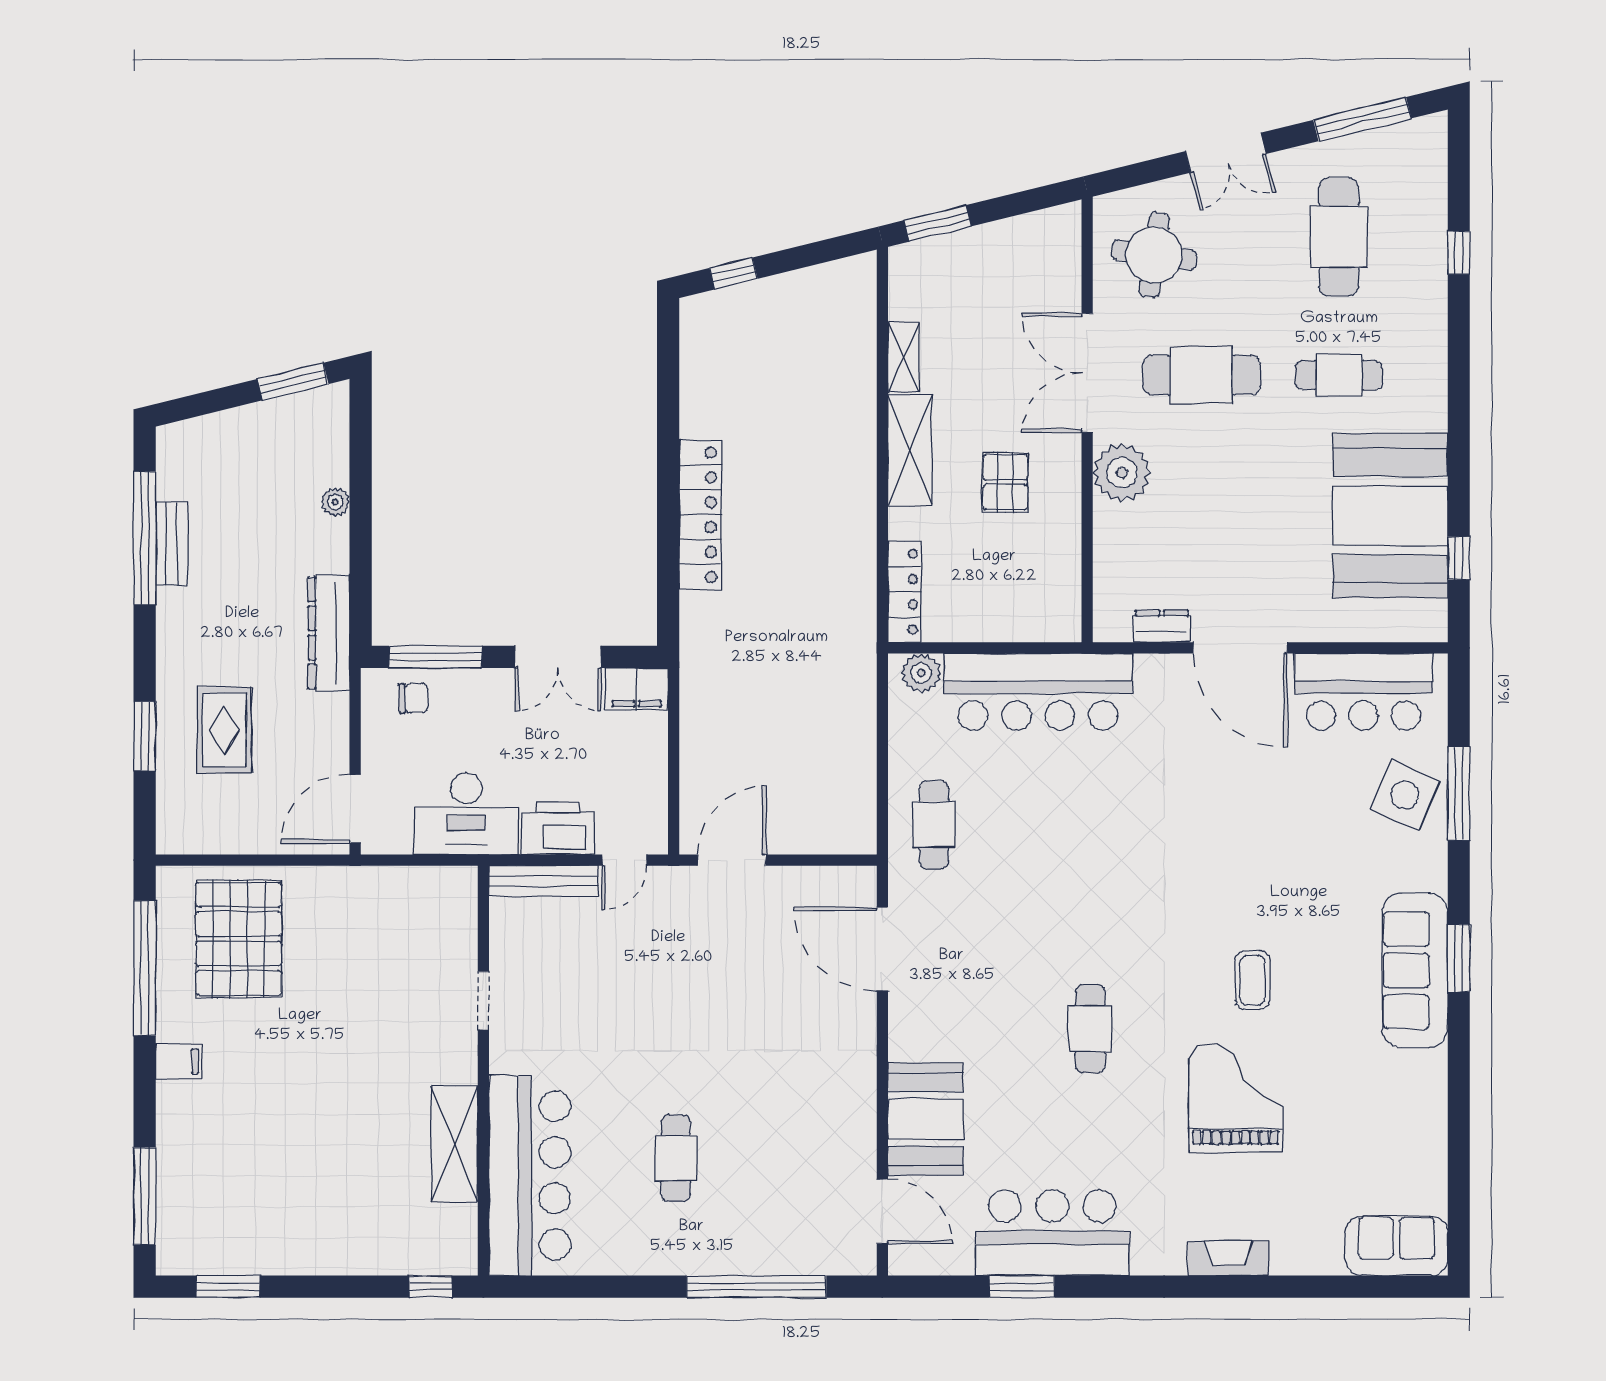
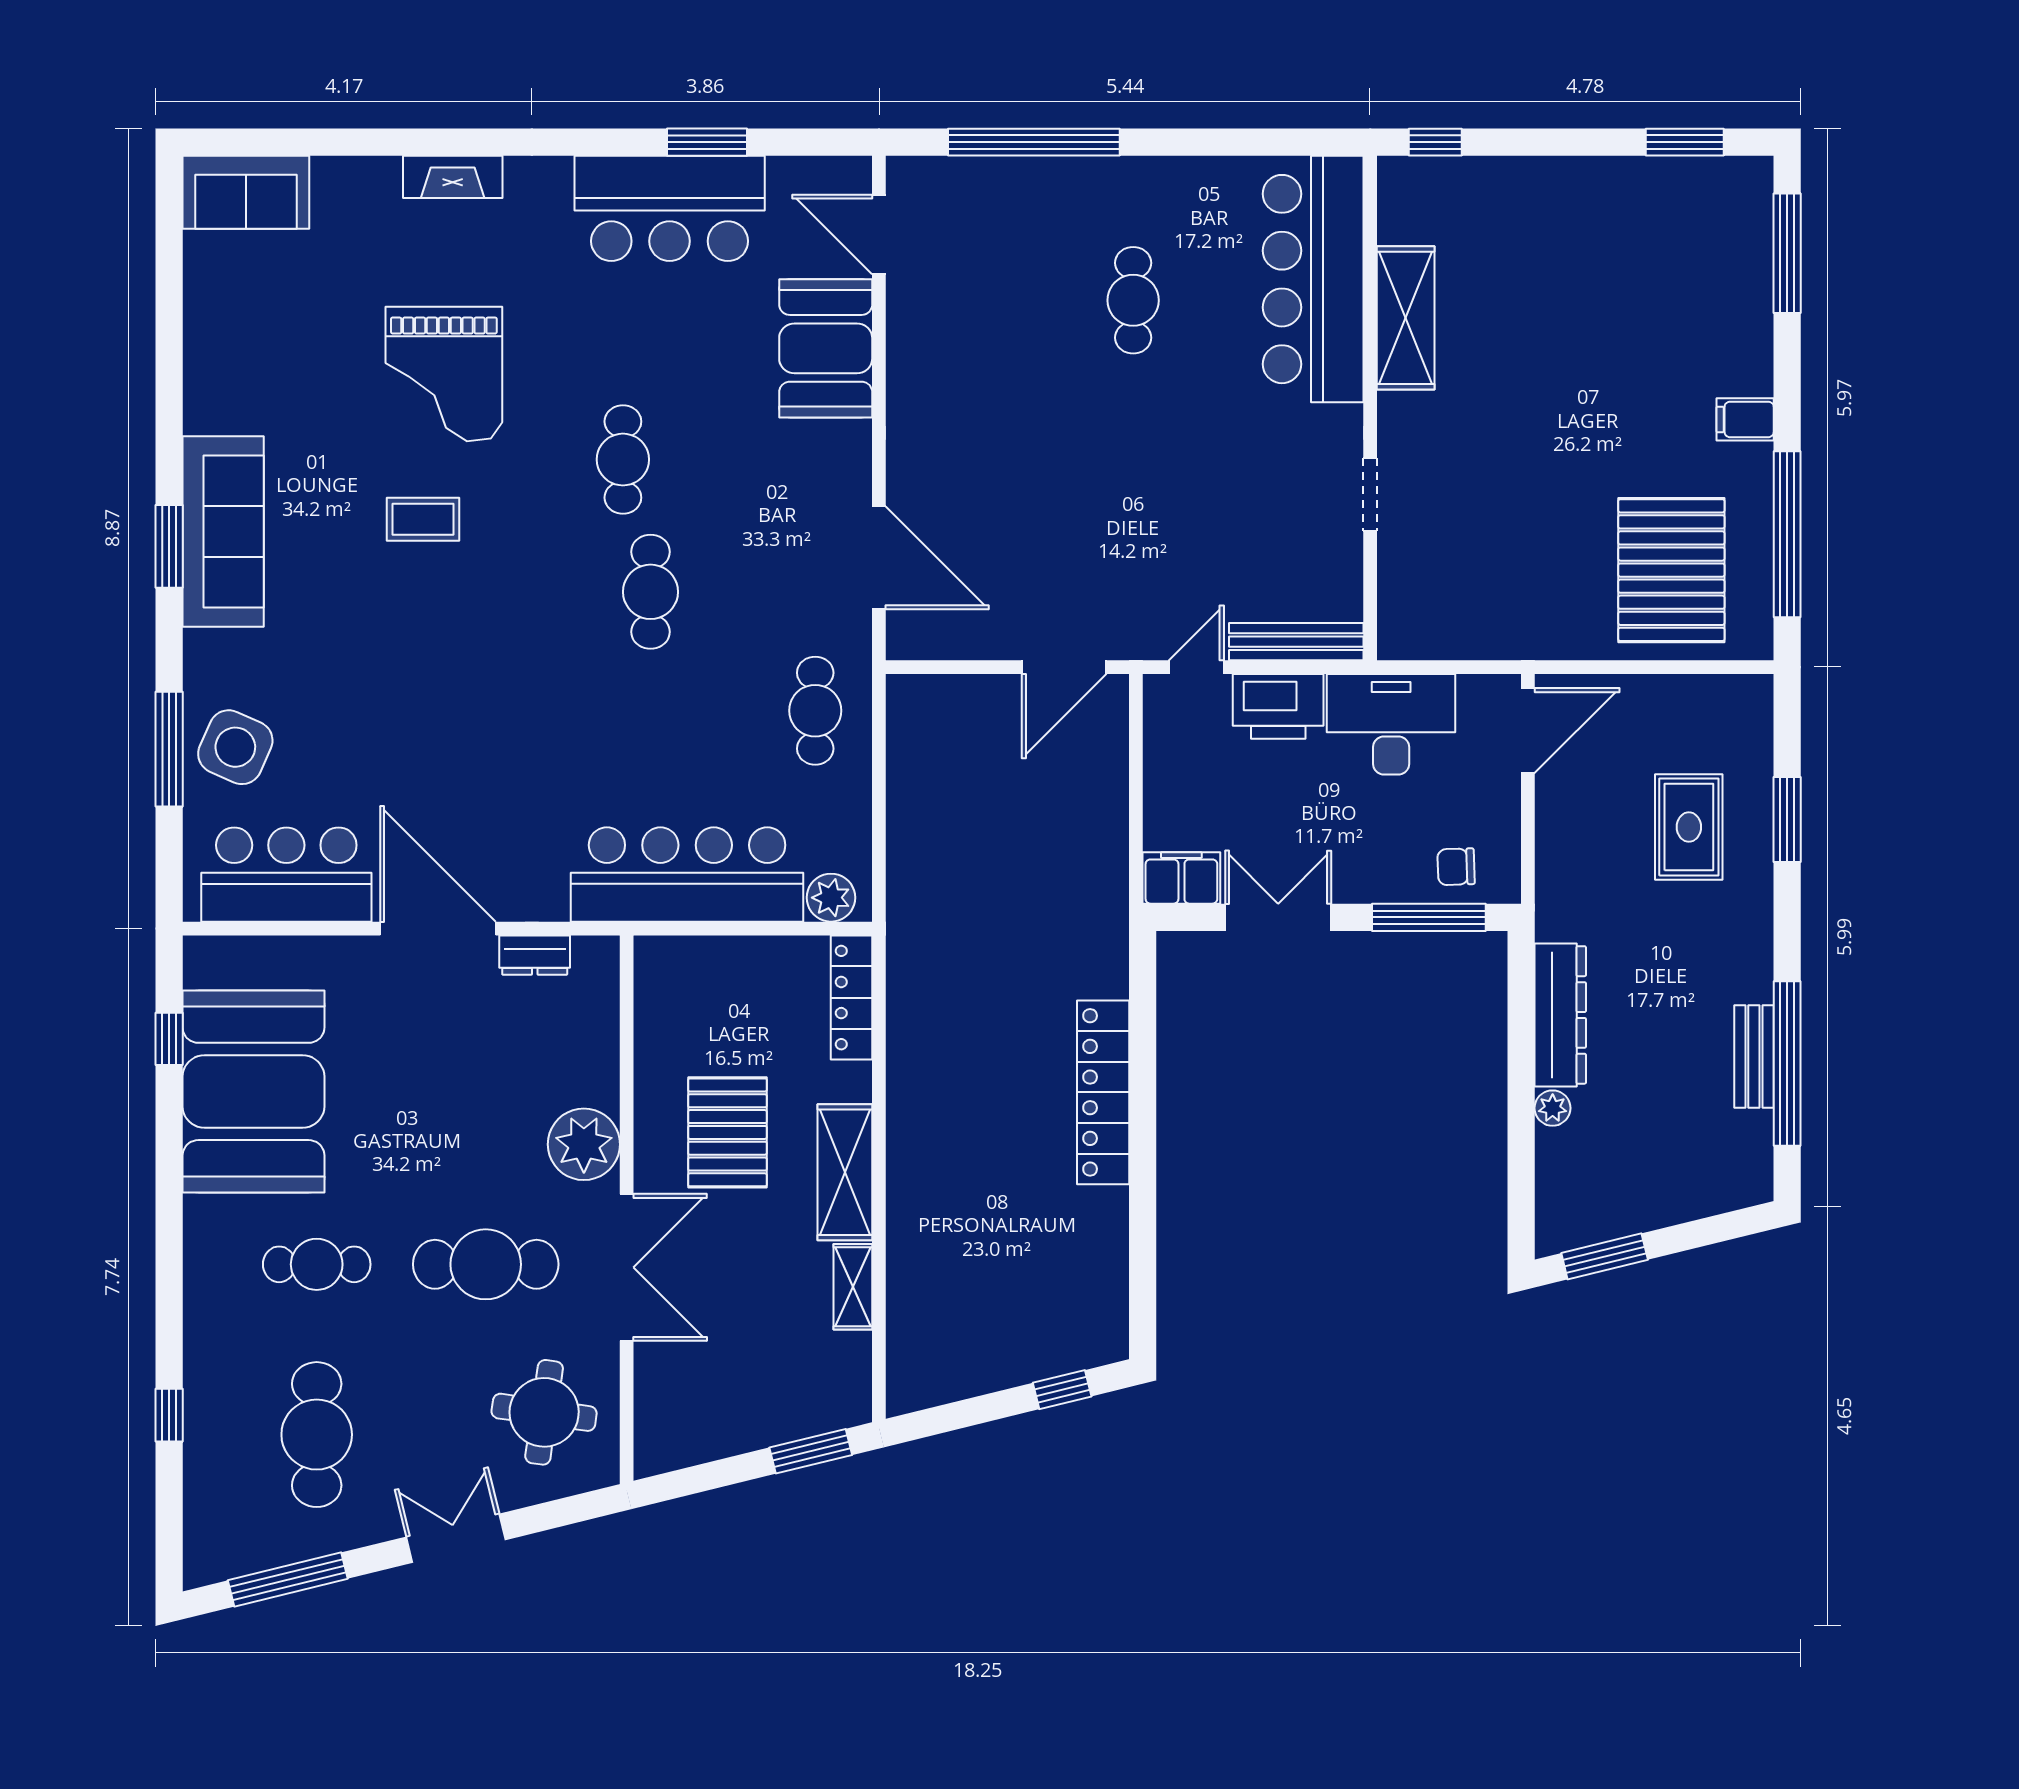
pallet: (1005, 482) -> (727, 1132), width x1.50, depth x1.42
dresser: (329, 633) -> (1560, 1015), moved
cafe table: (1068, 921) -> (651, 592), added
coffee table: (1253, 980) -> (423, 519), turned 90

